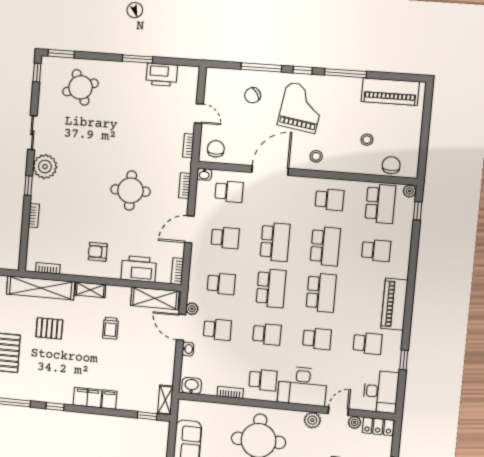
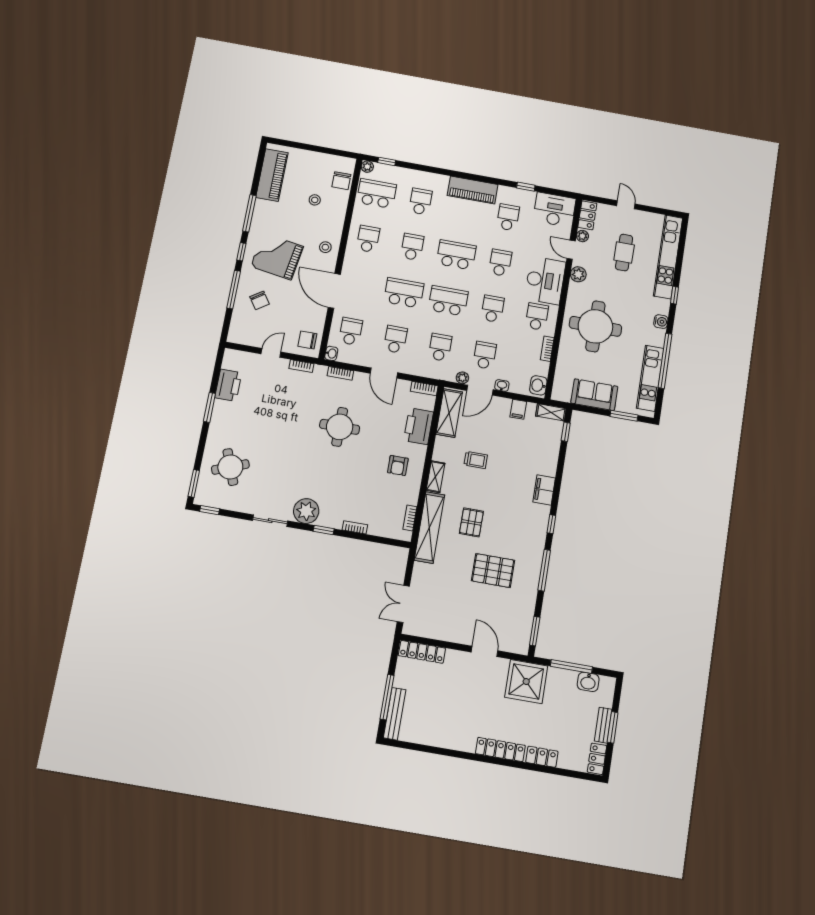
chair: (391, 165) -> (341, 181), turned -90
school desk: (325, 246) -> (412, 247), width x0.54
filing cabinet: (109, 400) -> (518, 409), moved, turned -90

